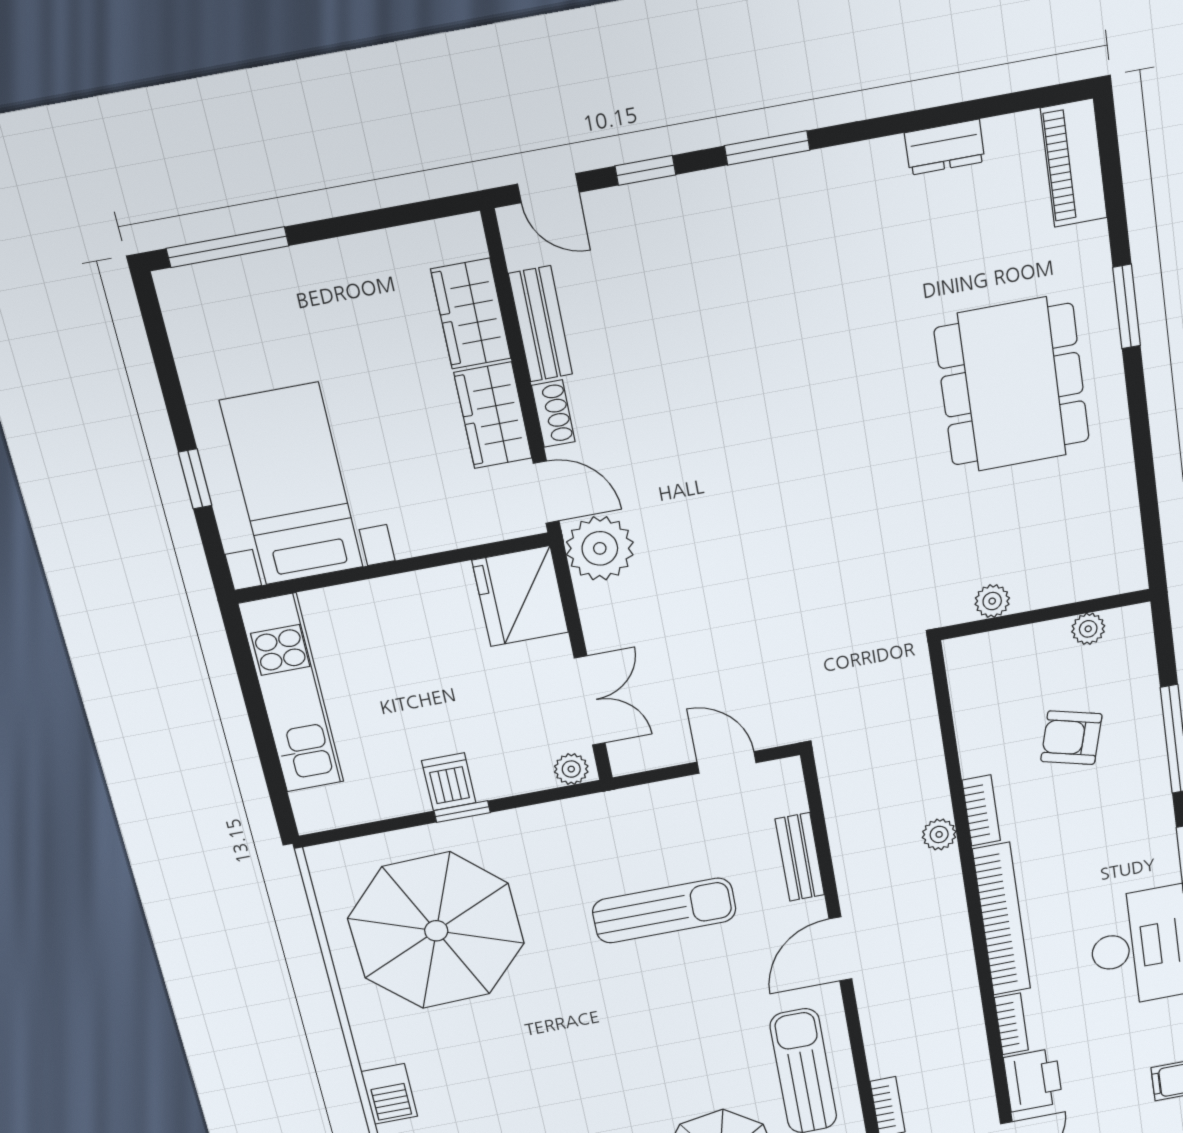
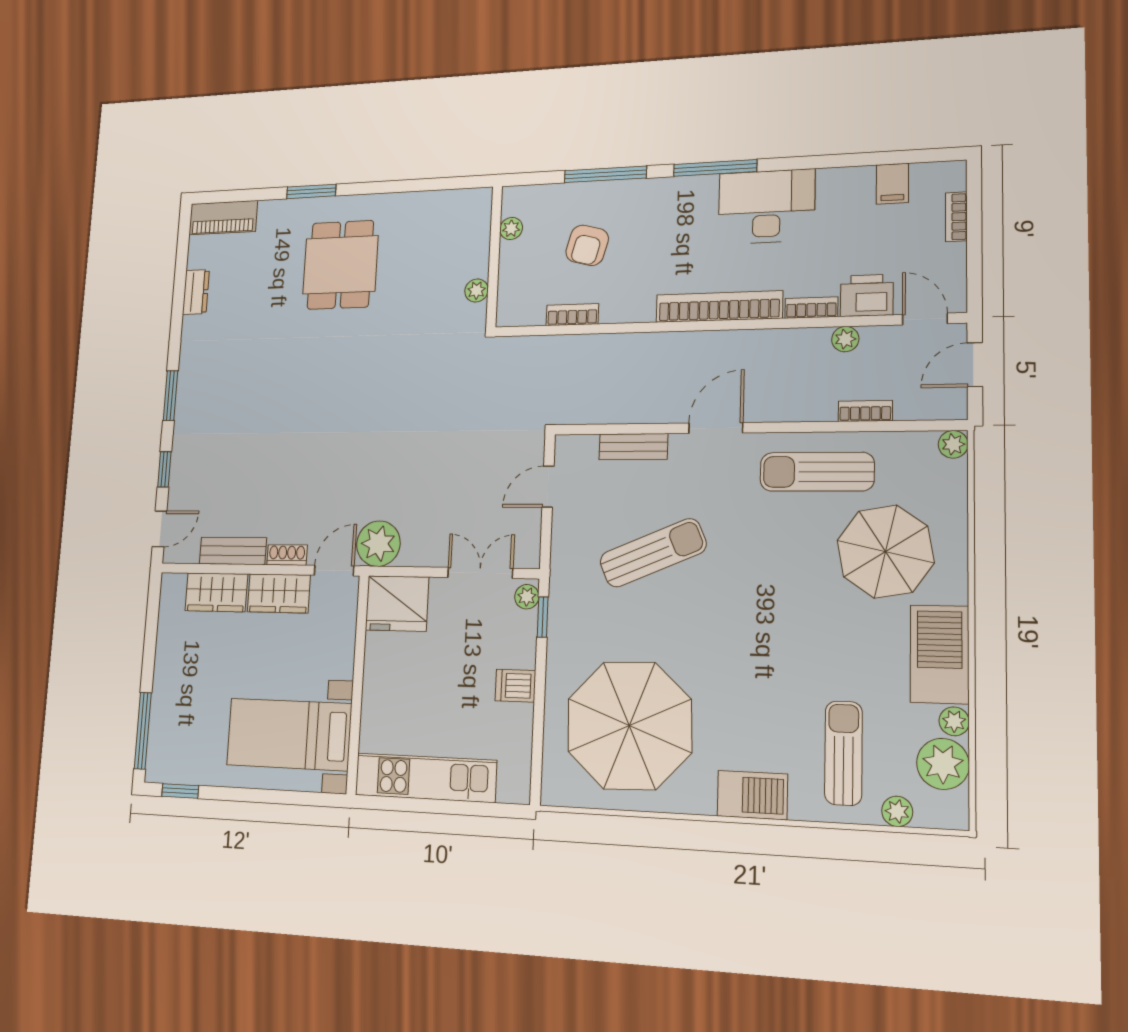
dining table: (1012, 385) -> (340, 265), width x0.73
window: (195, 479) -> (180, 791), moved
bookcase: (981, 810) -> (572, 315), moved
window: (462, 812) -> (543, 617), moved
plant: (939, 834) -> (845, 339), moved
sun lounger: (664, 911) -> (653, 553), turned 67
door: (840, 949) -> (716, 428), swing flipped
barbecue: (389, 1094) -> (752, 795), width x1.38, depth x1.27

